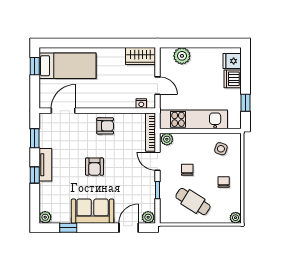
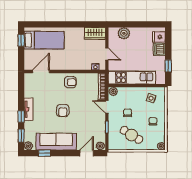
window: (35, 138) -> (21, 136), moved
sofa: (93, 211) -> (56, 142), width x1.36

